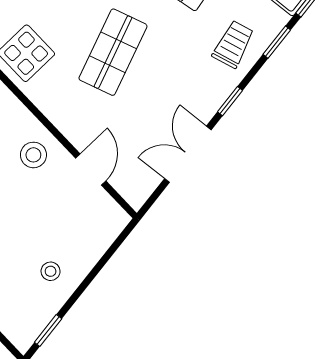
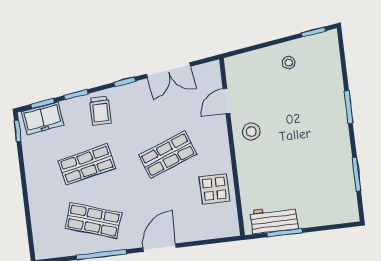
trolley: (233, 44) -> (100, 111), turned -72

